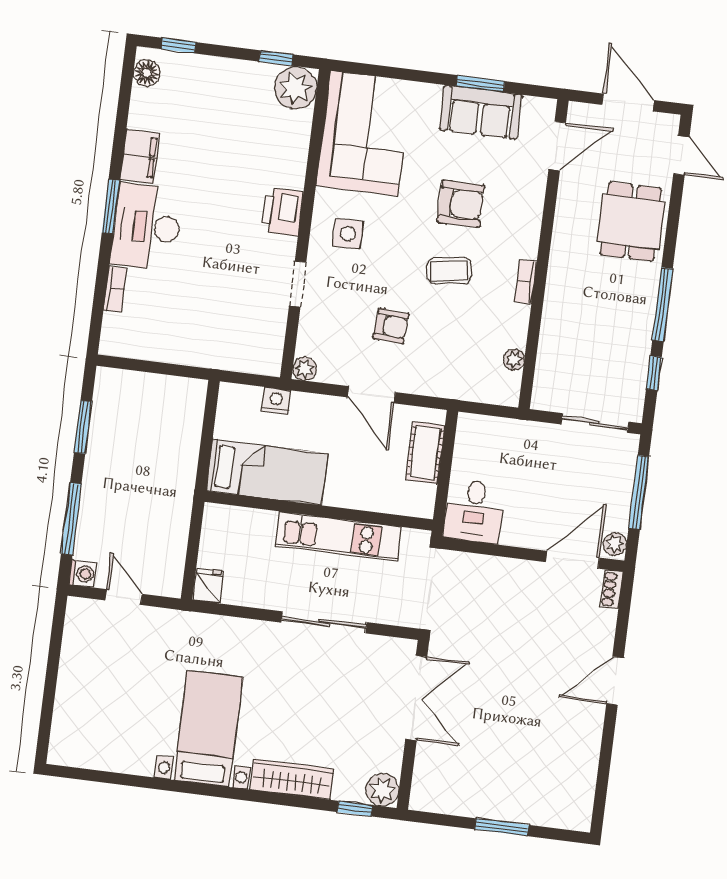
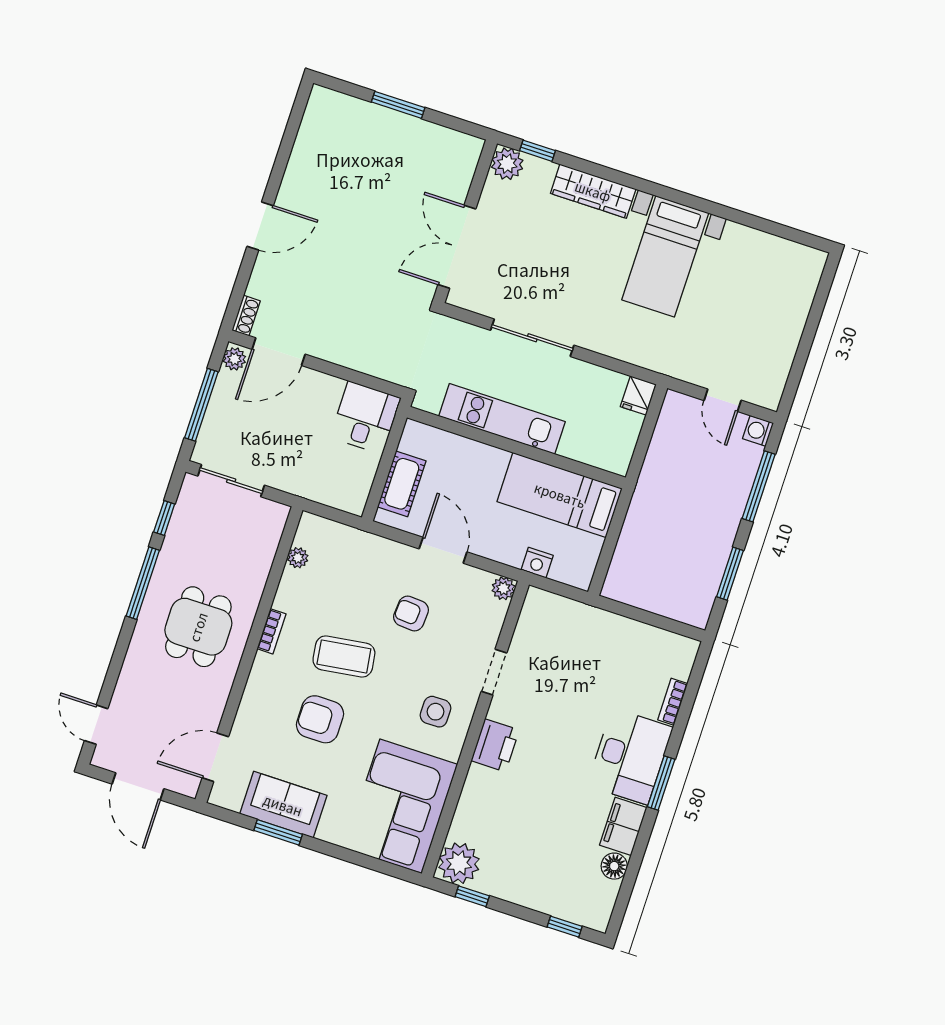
floor lamp: (147, 73) -> (614, 866), moved
dining table: (631, 222) -> (198, 627), moved
coffee table: (449, 271) -> (344, 657), width x1.36, depth x1.30

